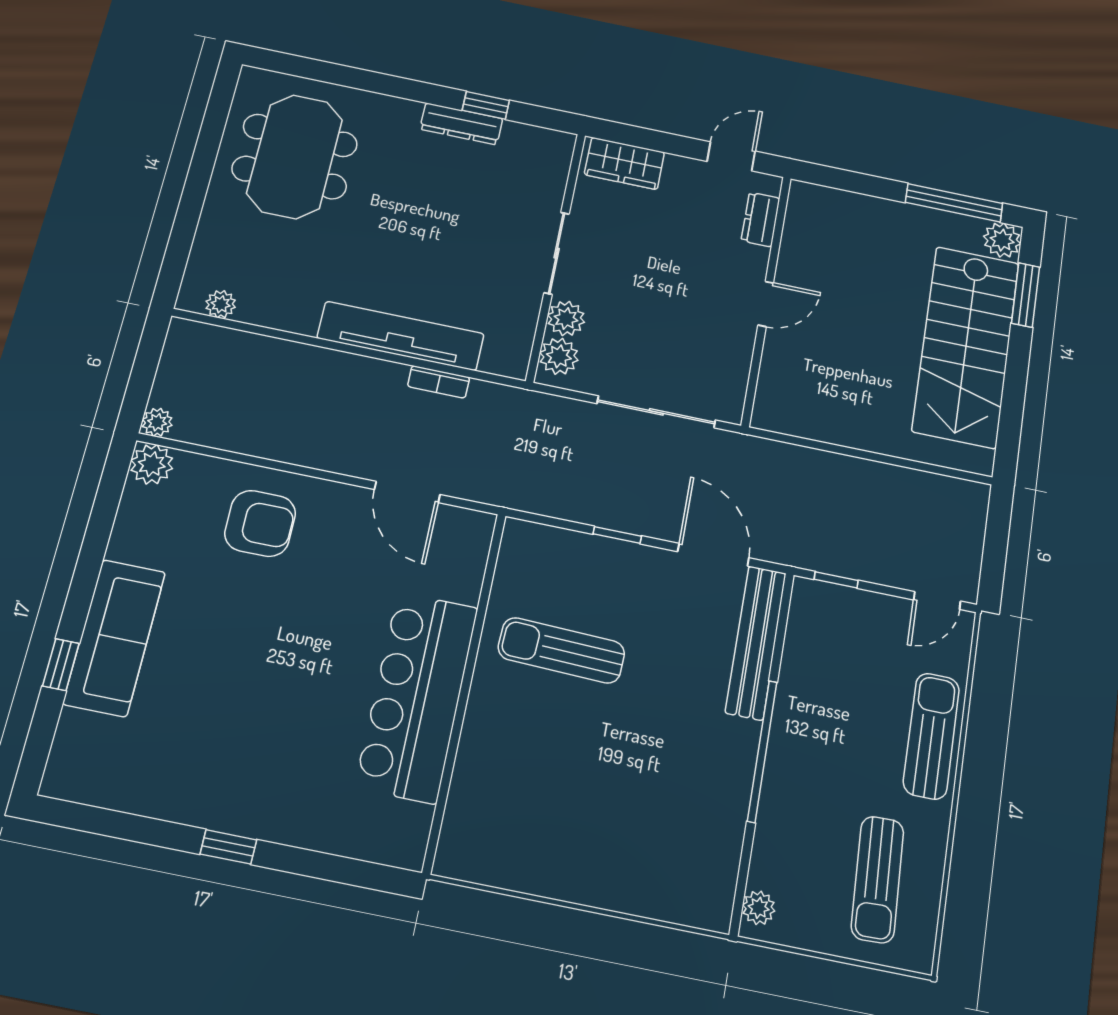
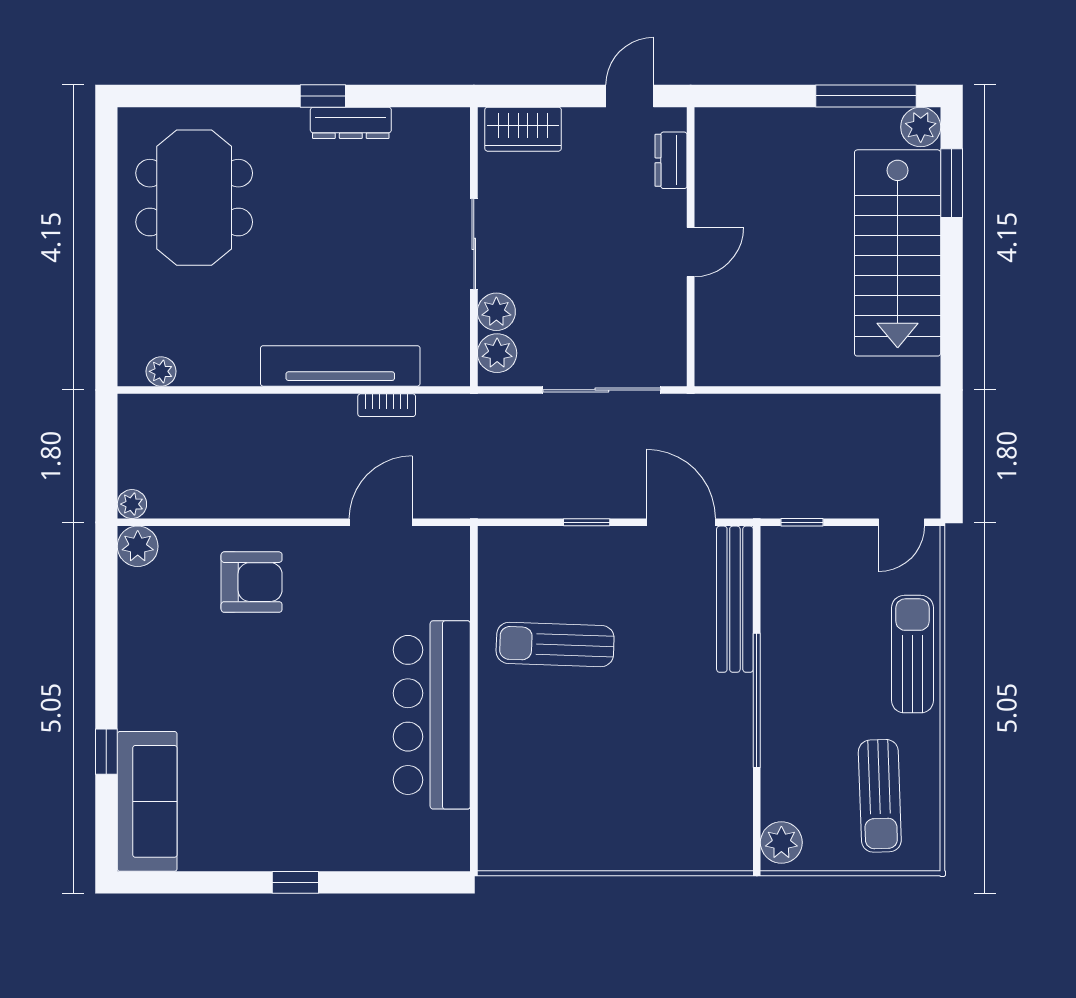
window: (486, 105) -> (323, 96), moved
door: (407, 492) -> (381, 522), swing flipped
sofa: (114, 638) -> (147, 801), moved
plant: (759, 908) -> (781, 842), width x1.38, depth x1.38

